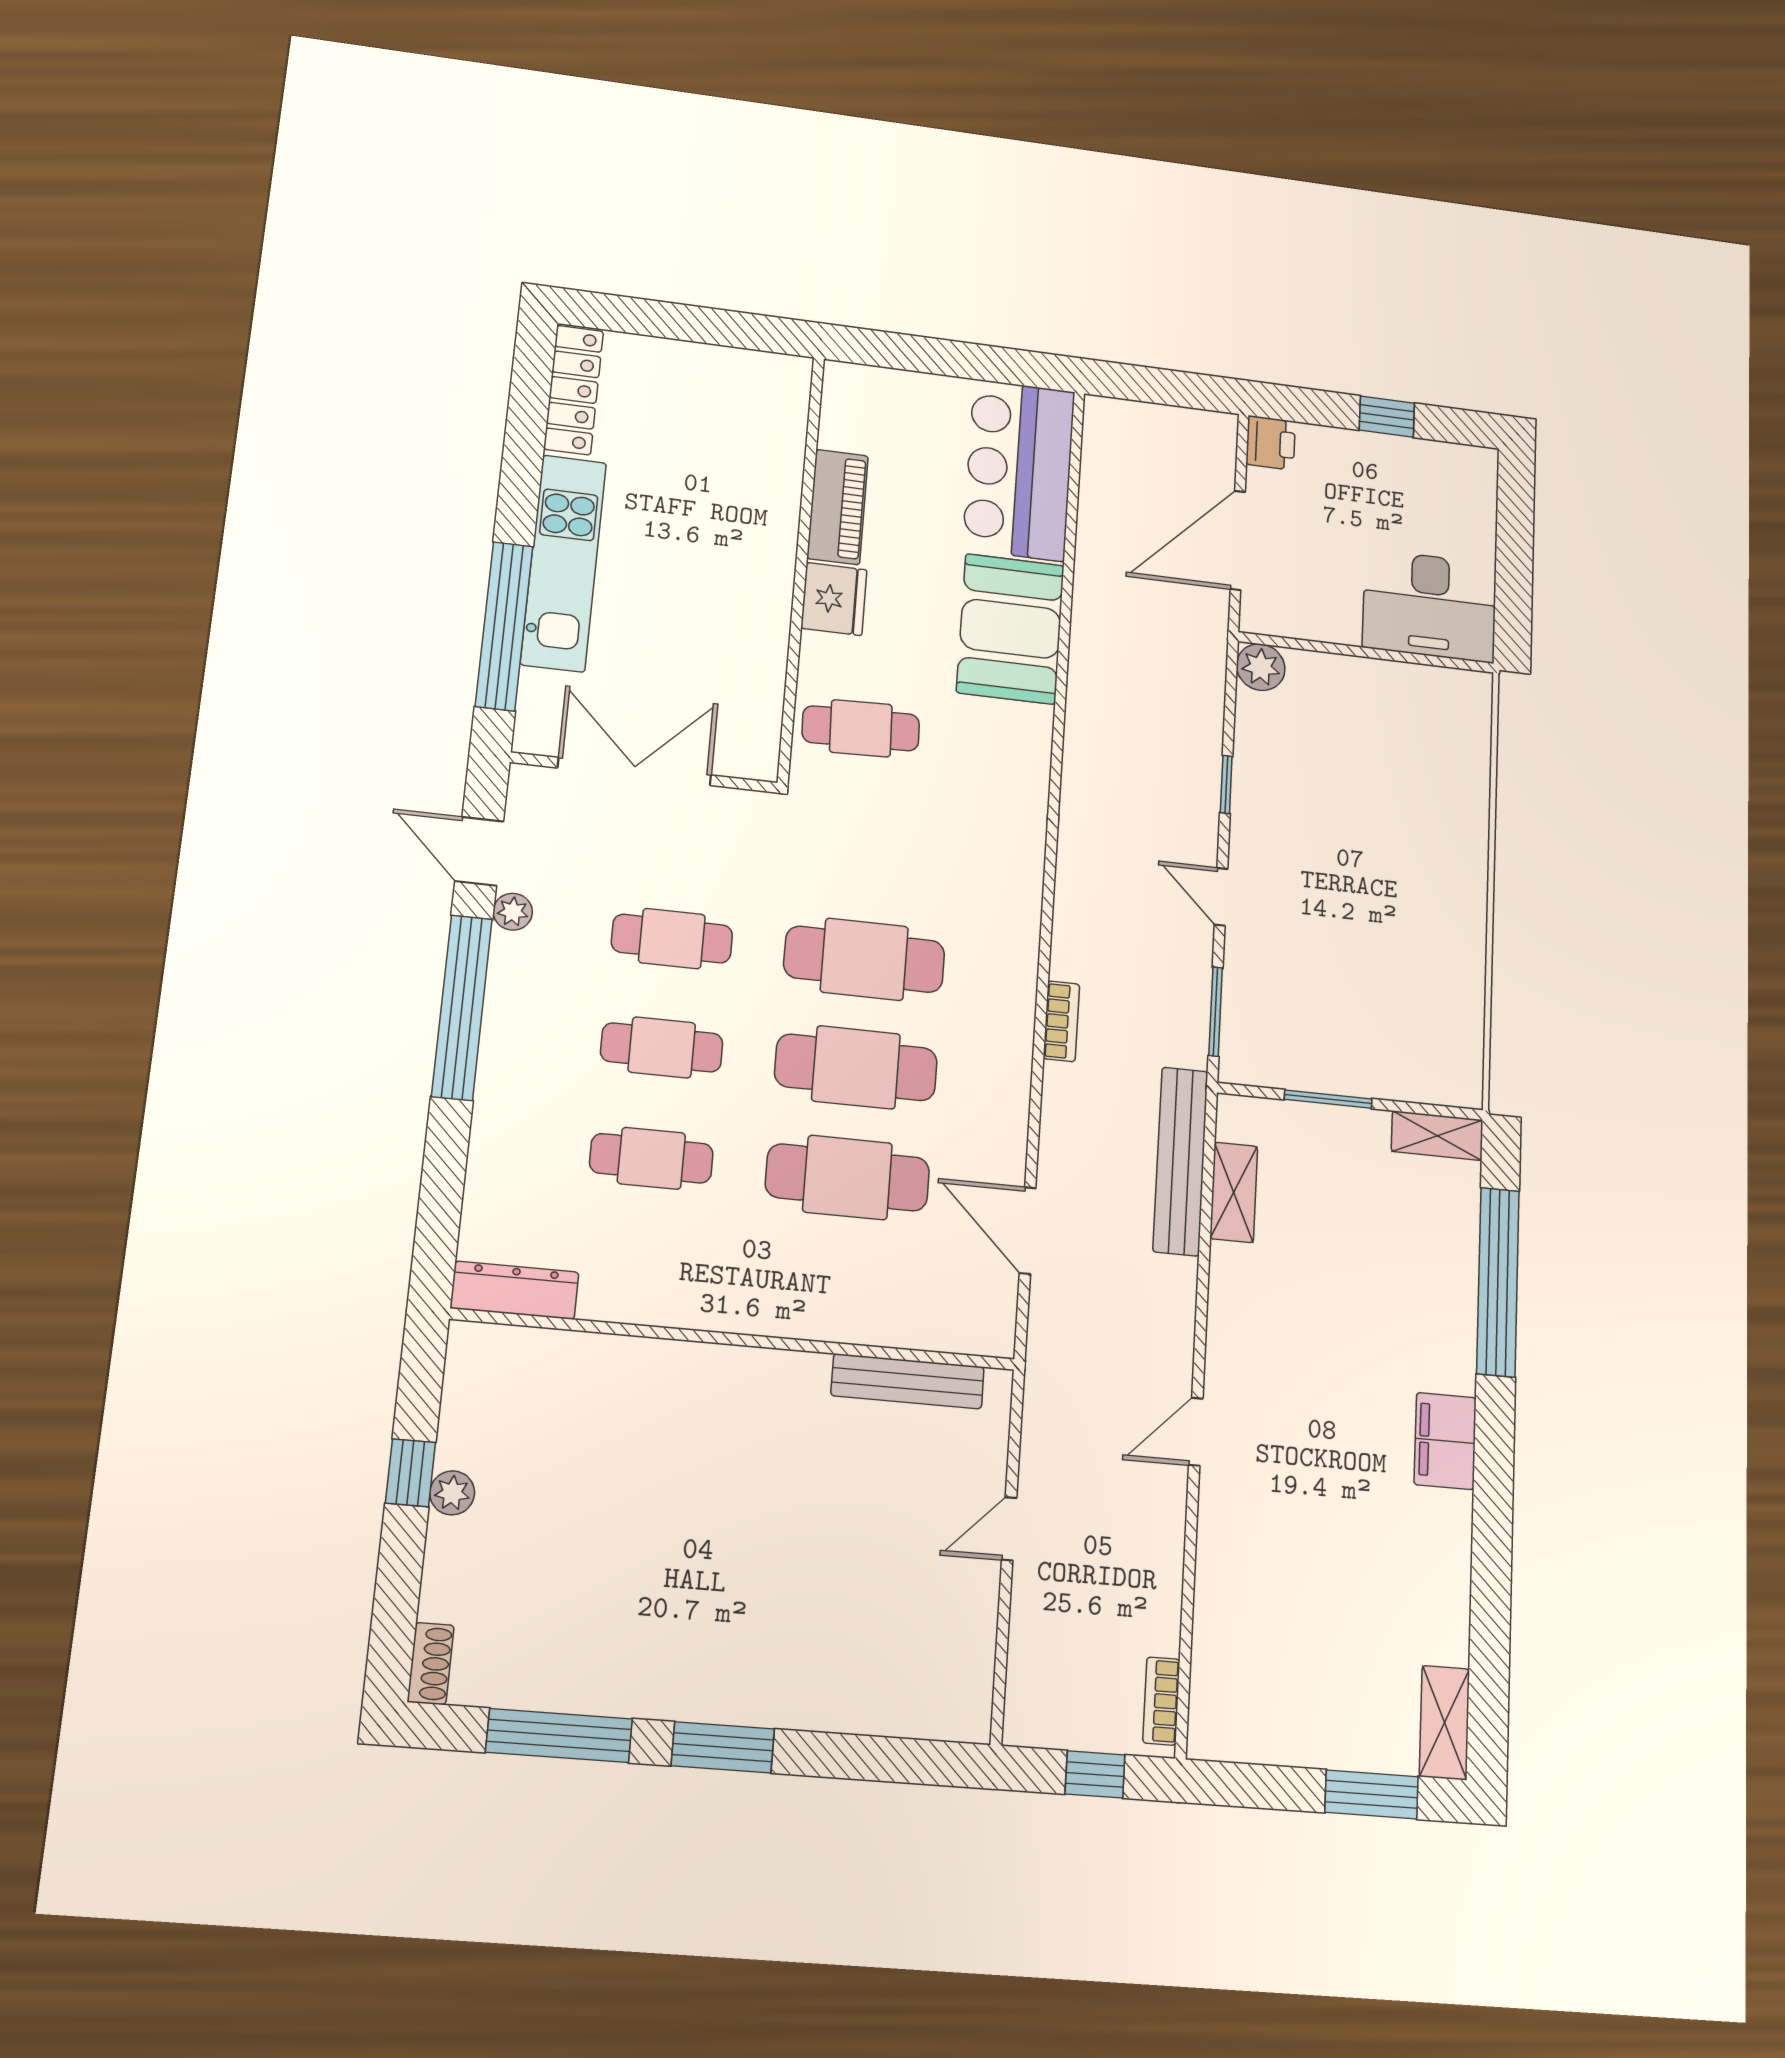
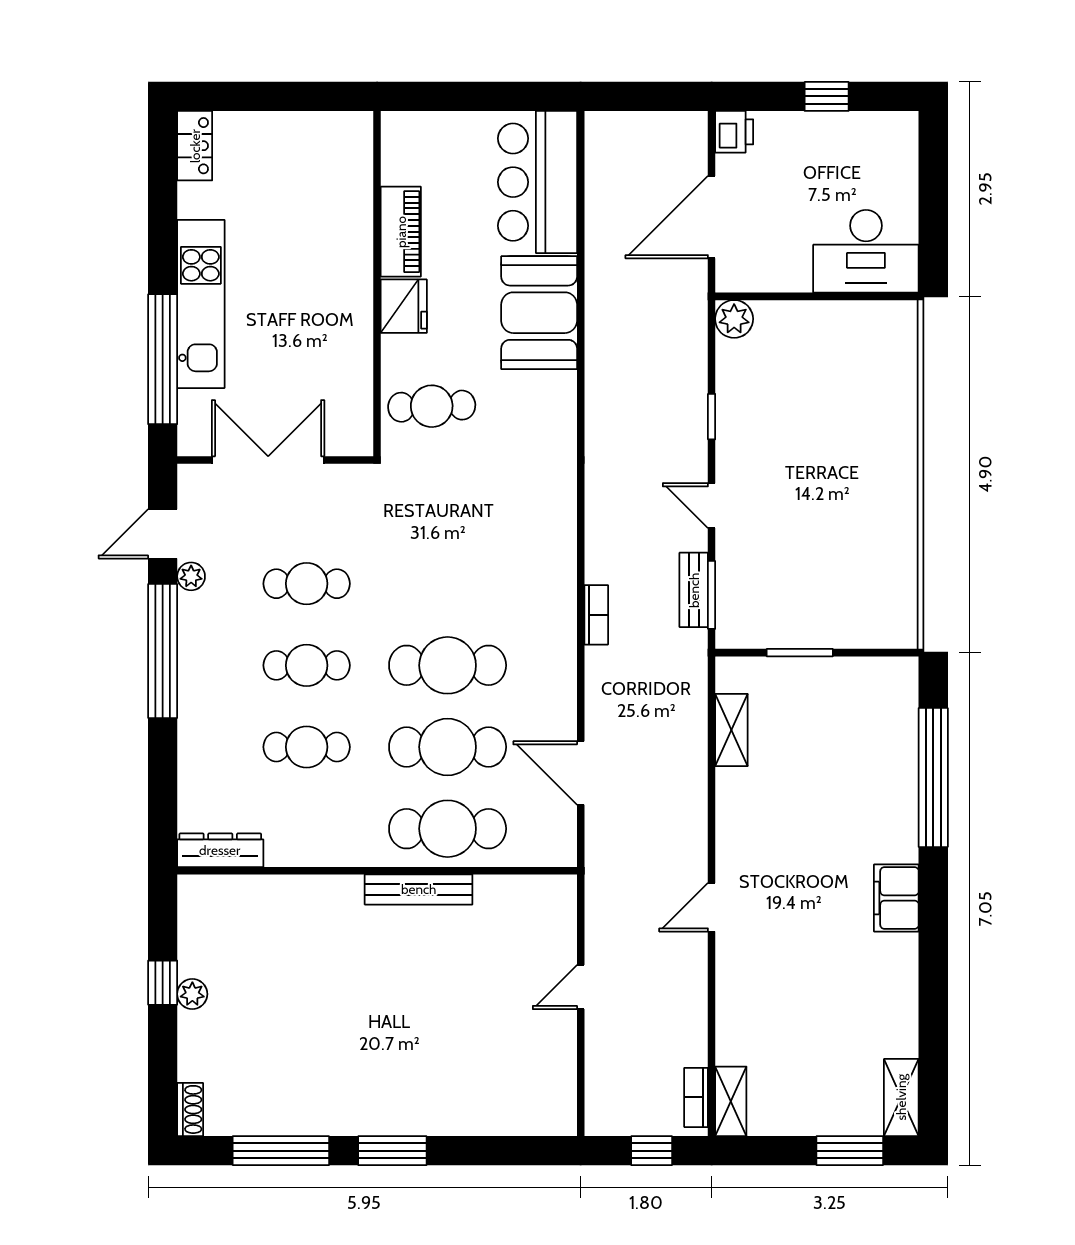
locker: (574, 390) -> (195, 146), width x0.66
door: (479, 851) -> (163, 534), hinge flipped
cafe table: (864, 959) -> (448, 829), moved
shelving: (1437, 1136) -> (731, 1101), moved, turned 90
bench: (1181, 1161) -> (694, 590), moved, width x0.54, depth x0.82
bench: (908, 1381) -> (419, 889), moved

